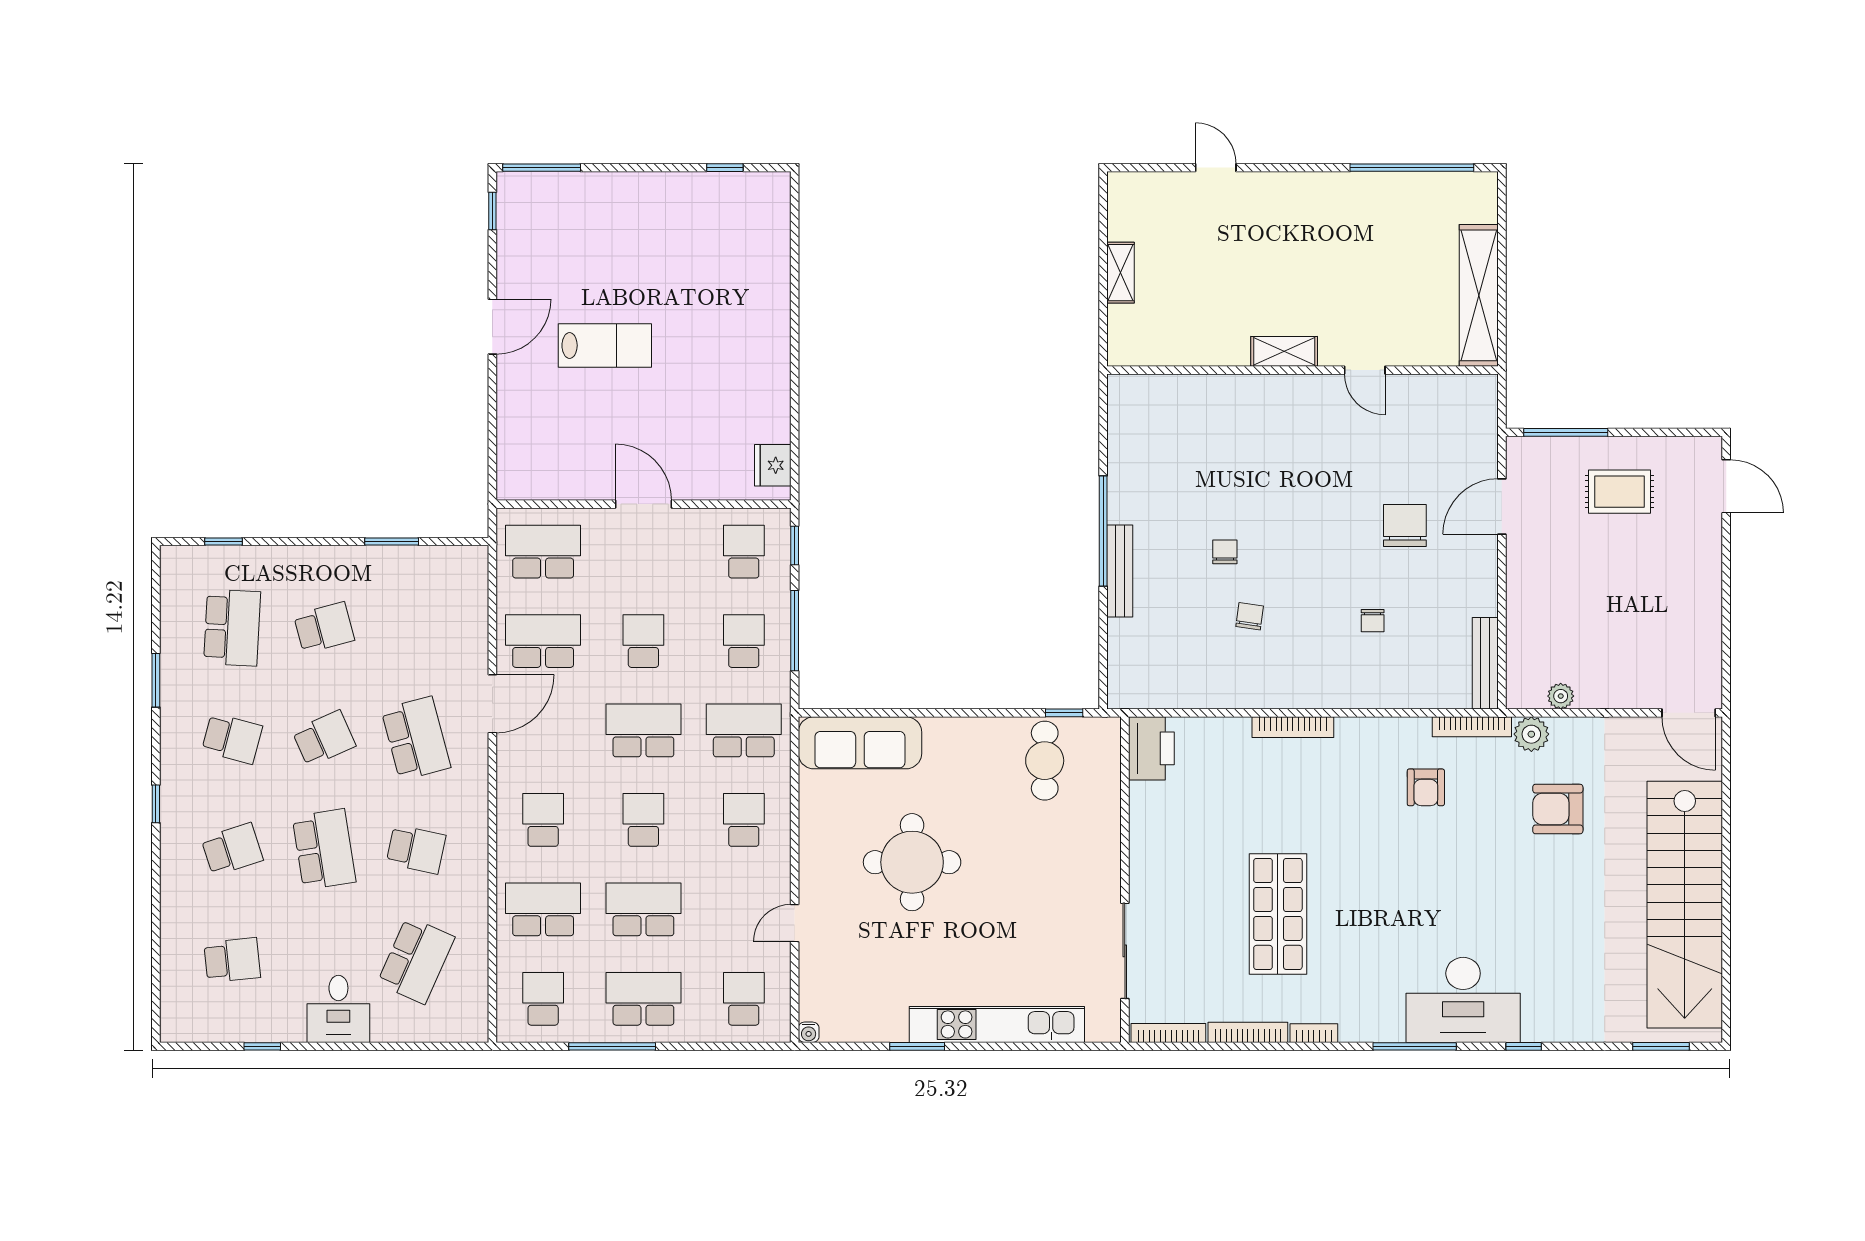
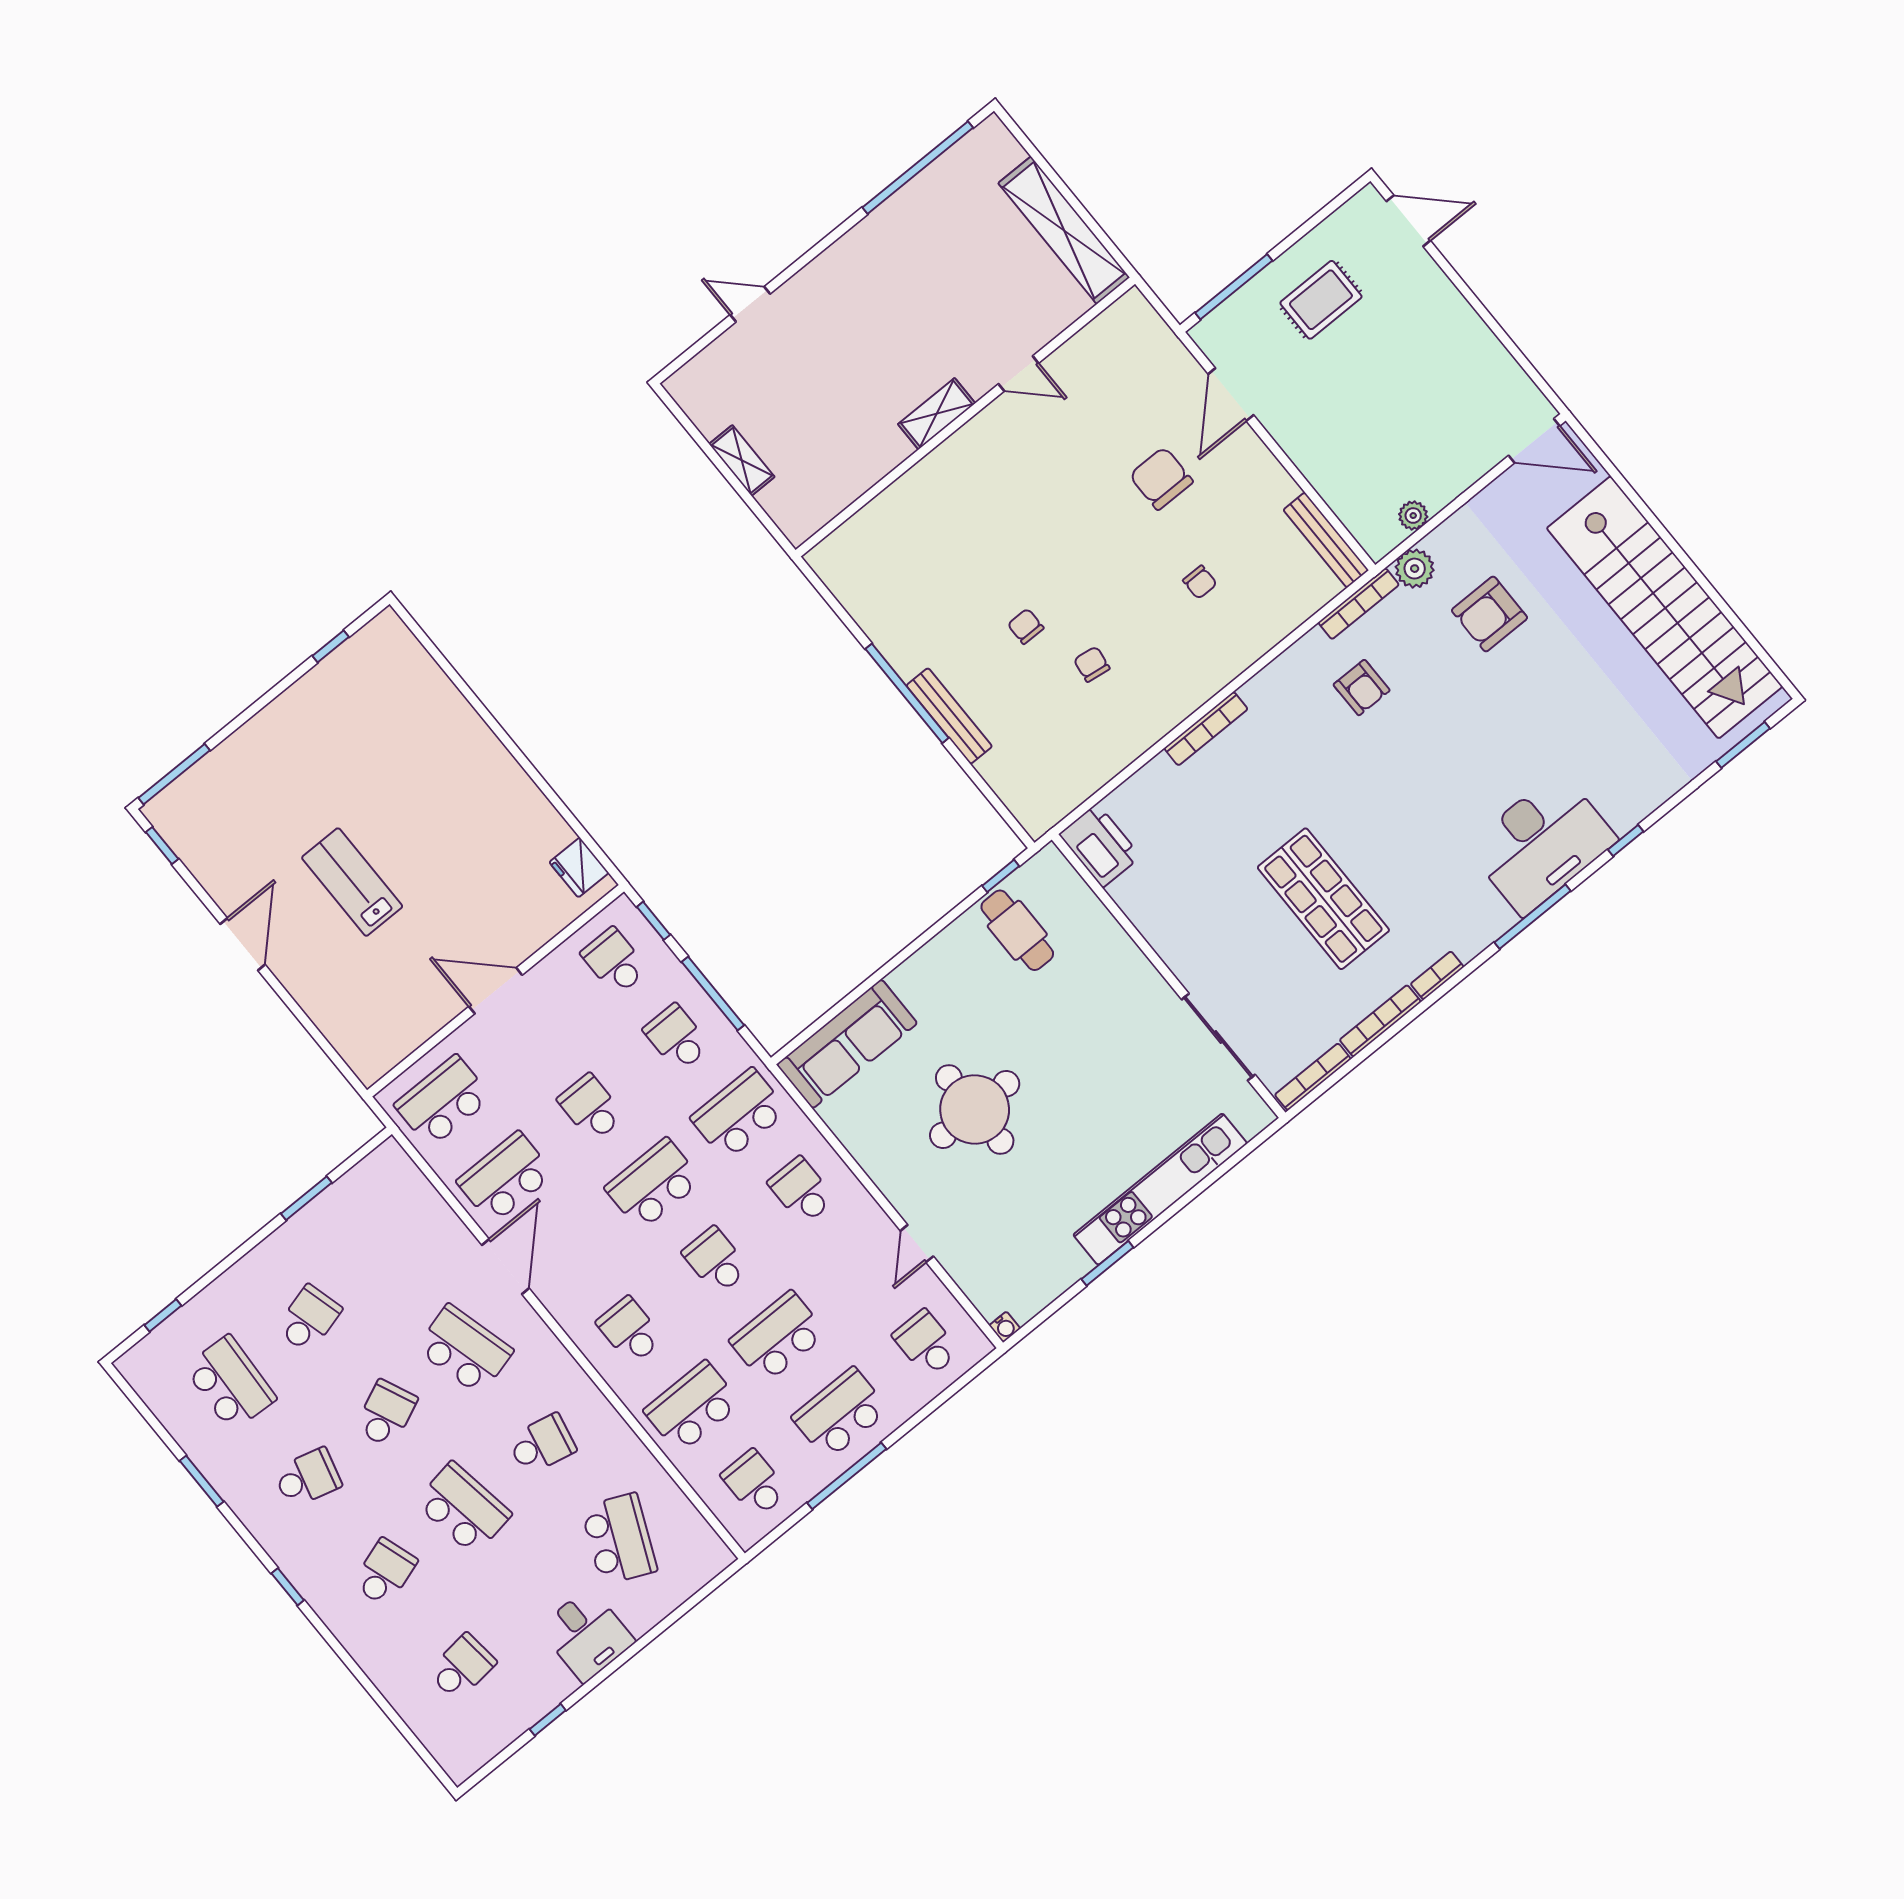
lab bench: (605, 345) -> (352, 882), turned -90

